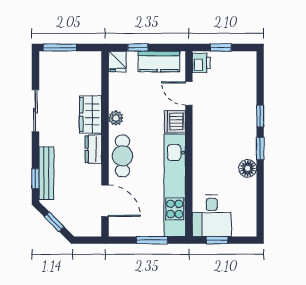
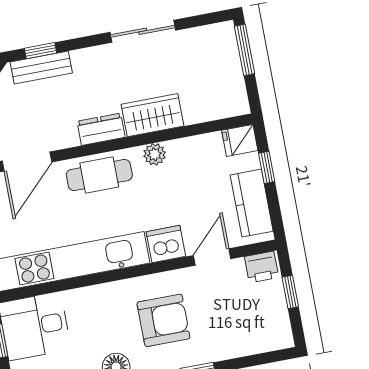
armchair: (224, 132) -> (163, 320), added
bench: (46, 173) -> (41, 67), width x0.73

